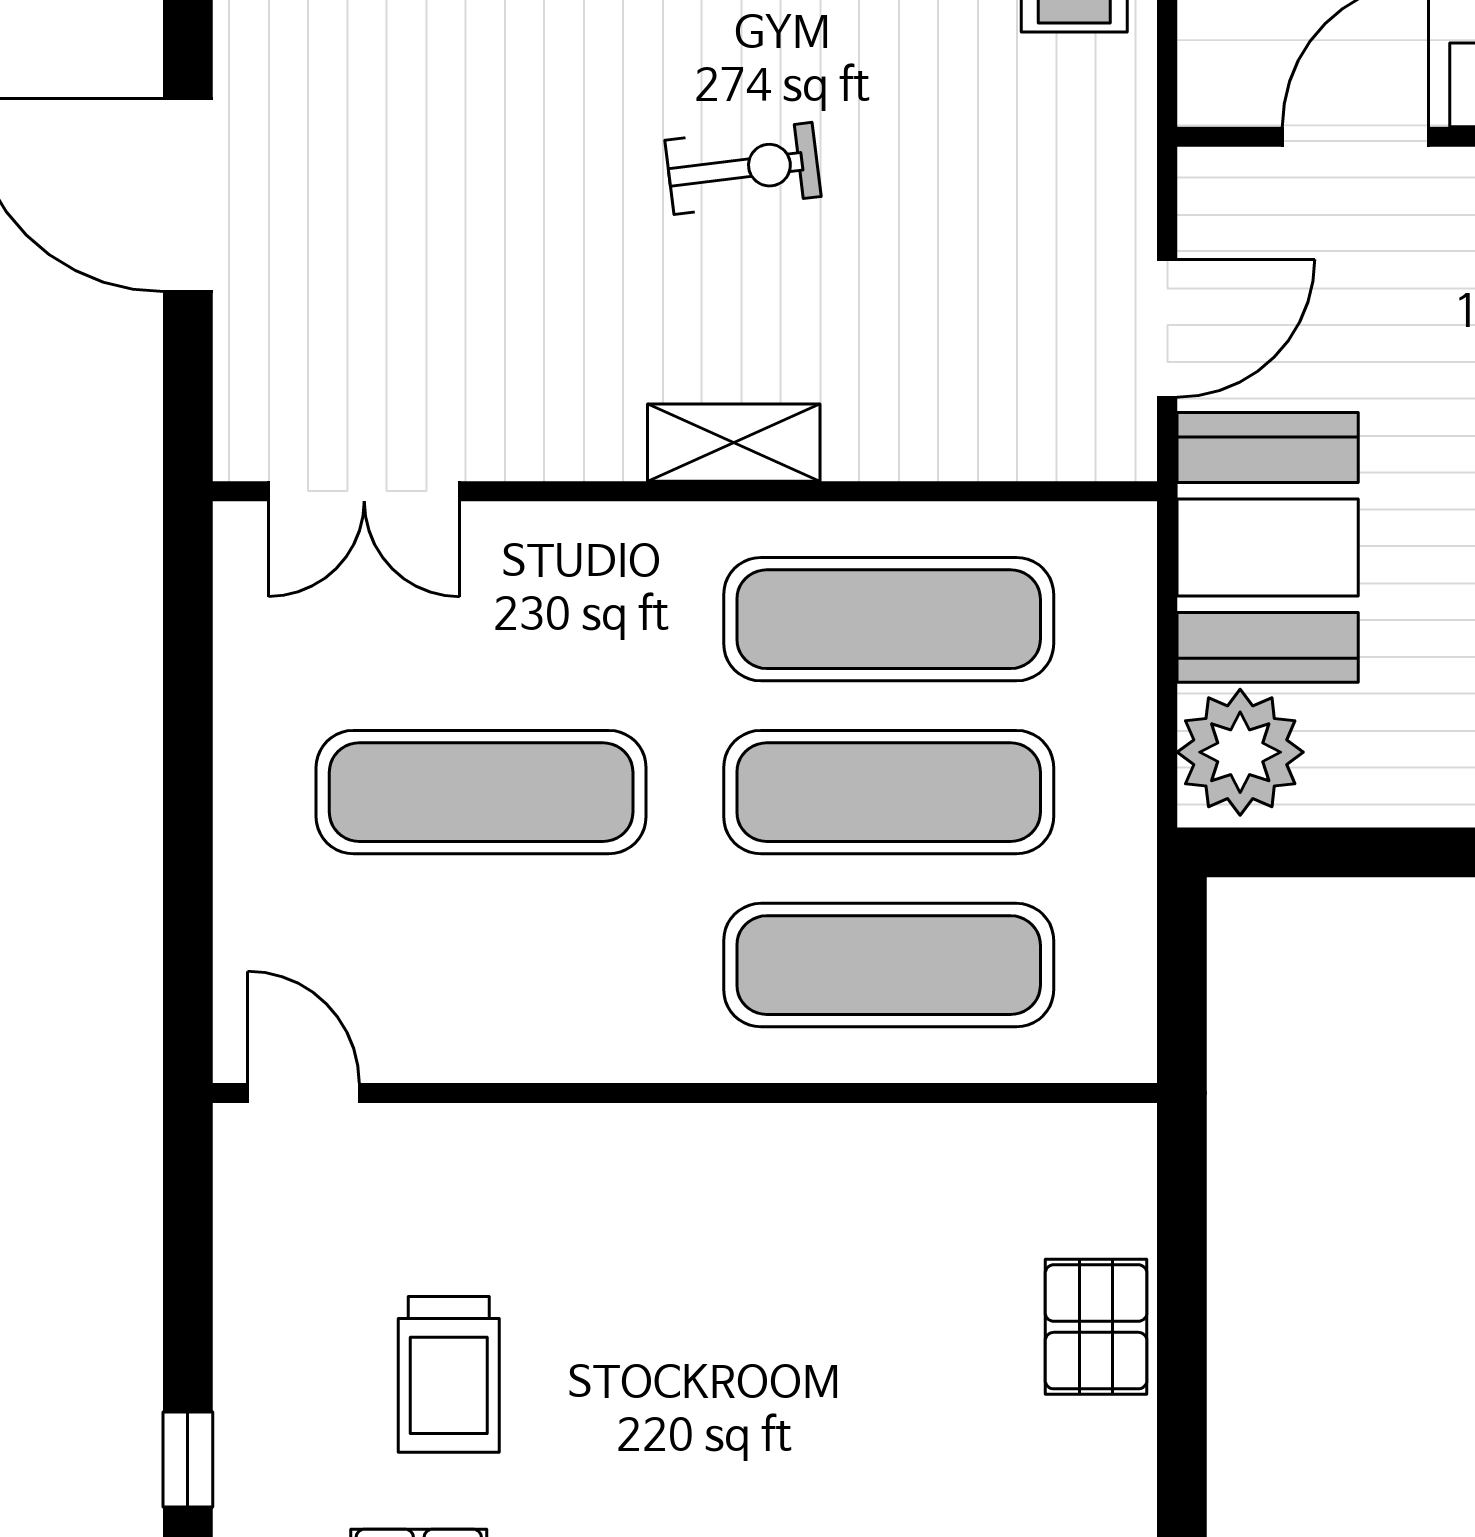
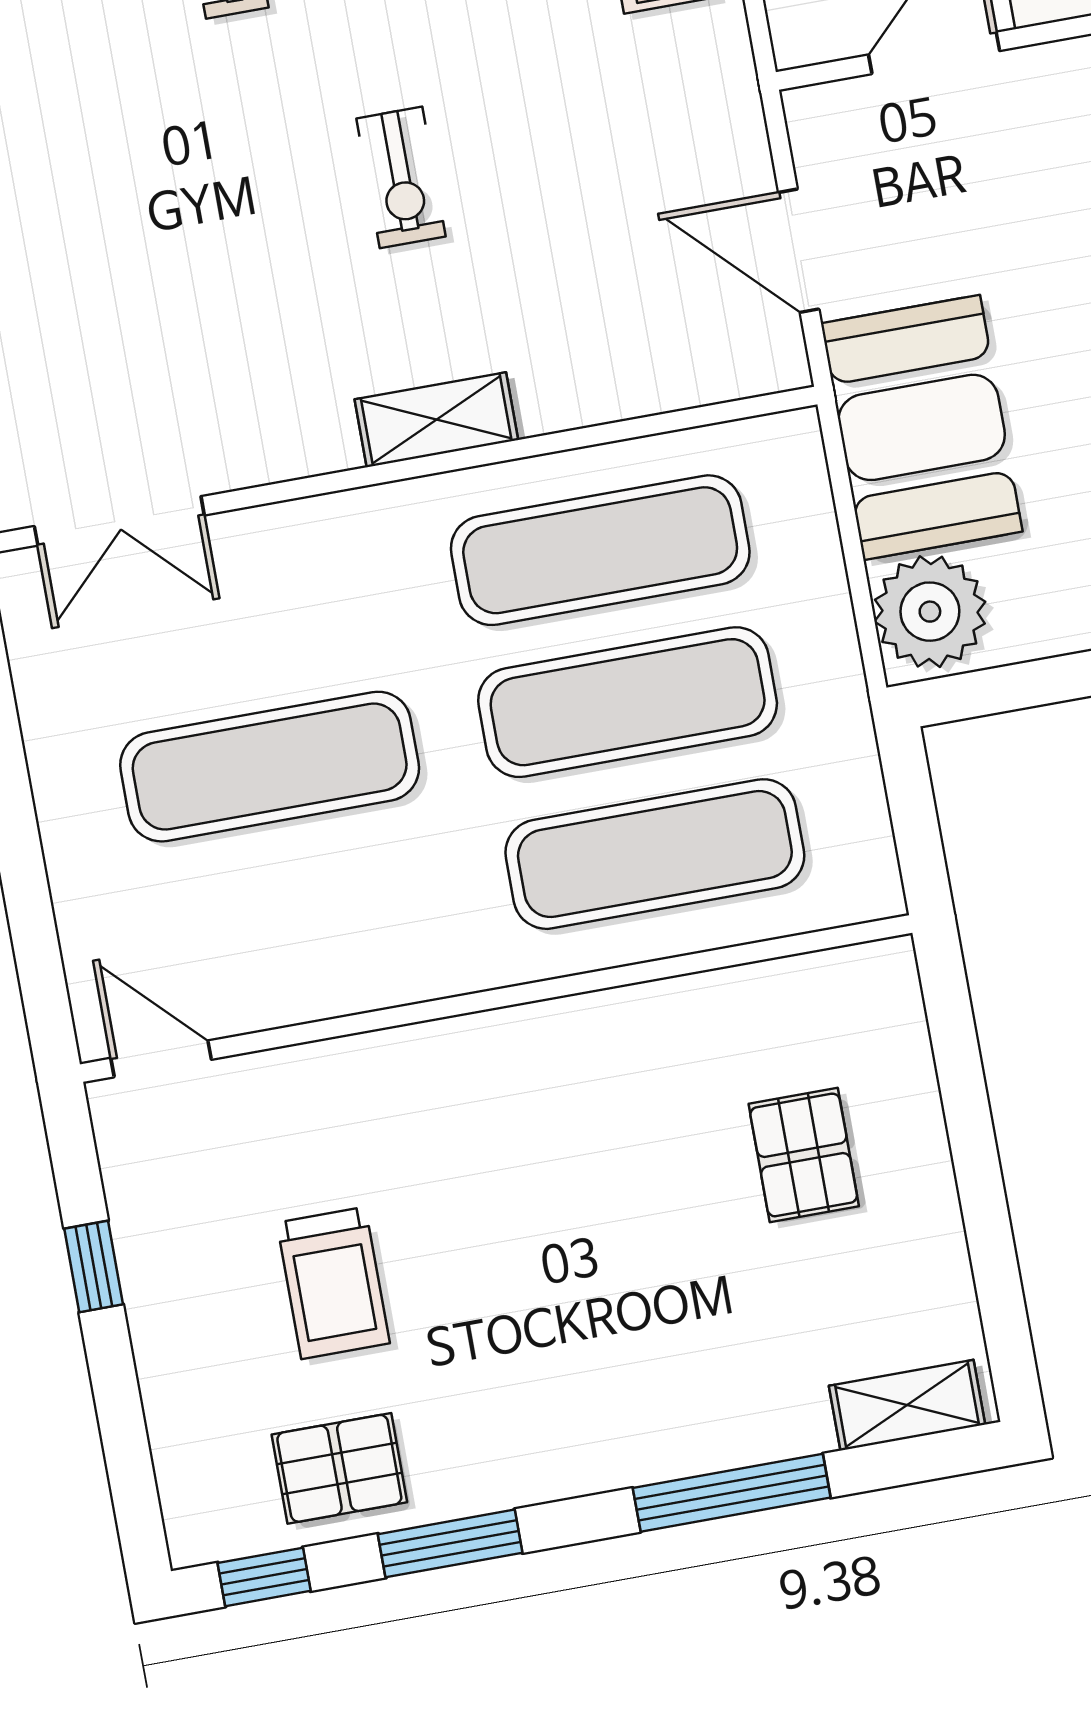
exercise bike: (743, 168) -> (401, 177), turned 97
door: (1167, 328) -> (799, 251), swing flipped
pallet: (1096, 1327) -> (804, 1155), moved
window: (188, 1459) -> (94, 1266), moved

